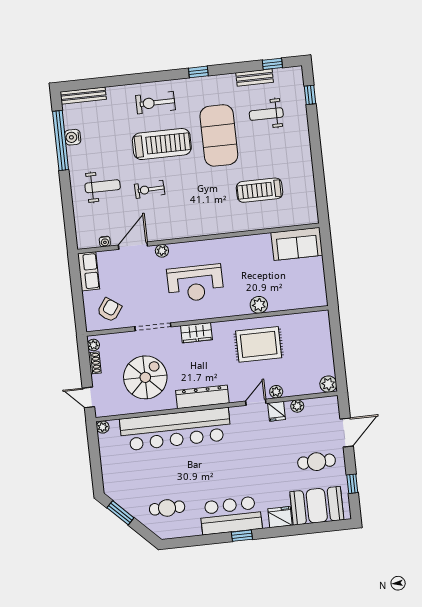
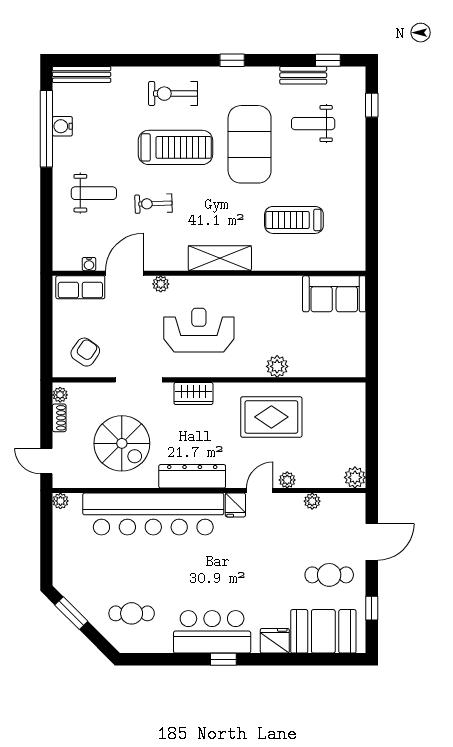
shelving: (205, 226) -> (220, 258), added
row of seats: (89, 271) -> (80, 287), moved, turned 90
reception desk: (195, 283) -> (199, 330), turned 180
spiral stairs: (145, 377) -> (122, 443), turned 90
fridge: (277, 411) -> (235, 505), moved

